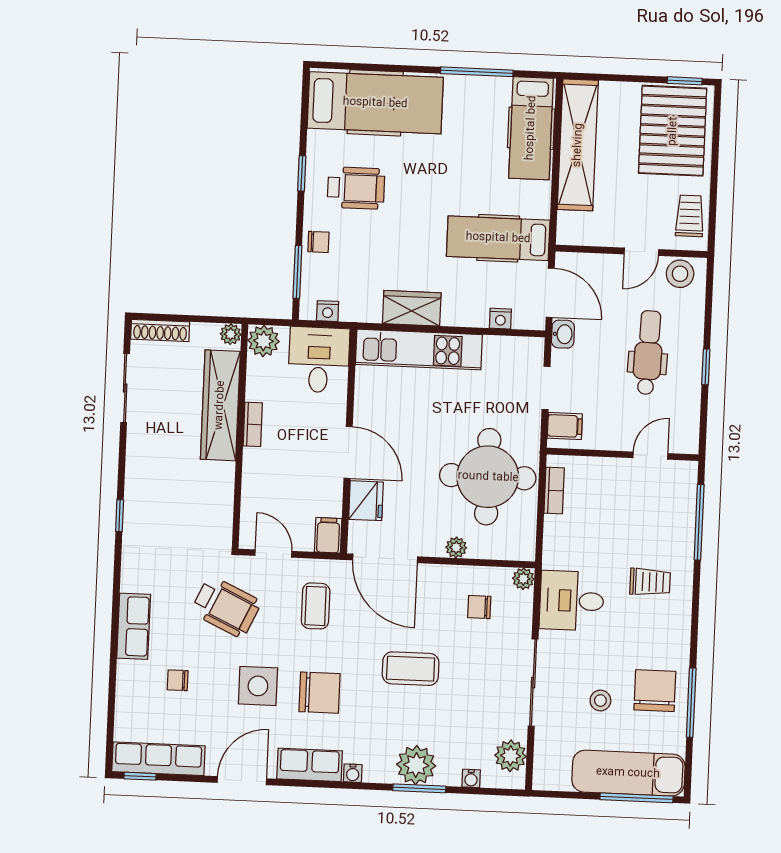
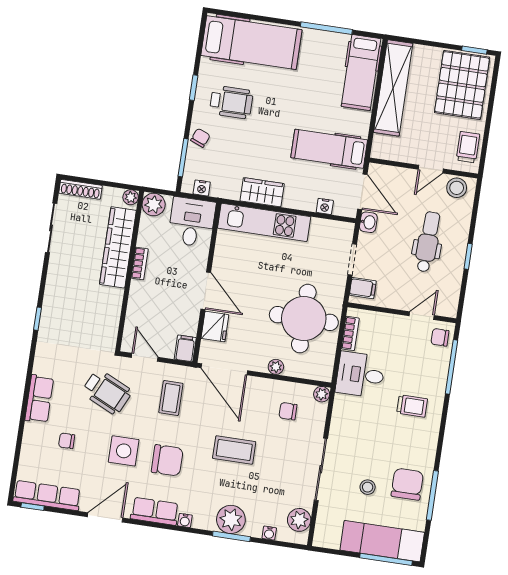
chair: (318, 242) -> (200, 138), turned -68
chair: (679, 483) -> (440, 337), added
desk: (572, 601) -> (360, 375), moved

